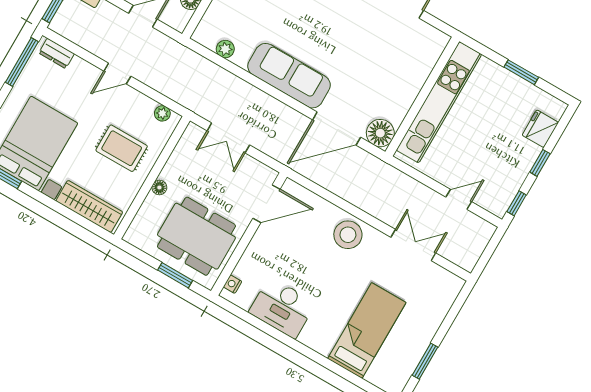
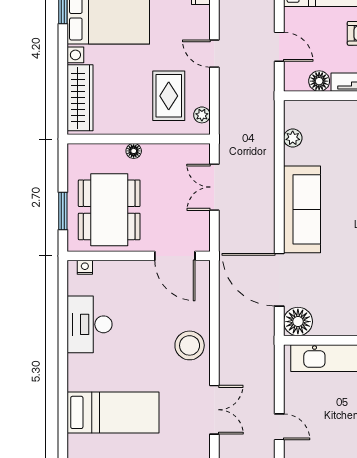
rug: (122, 148) -> (169, 96), moved

